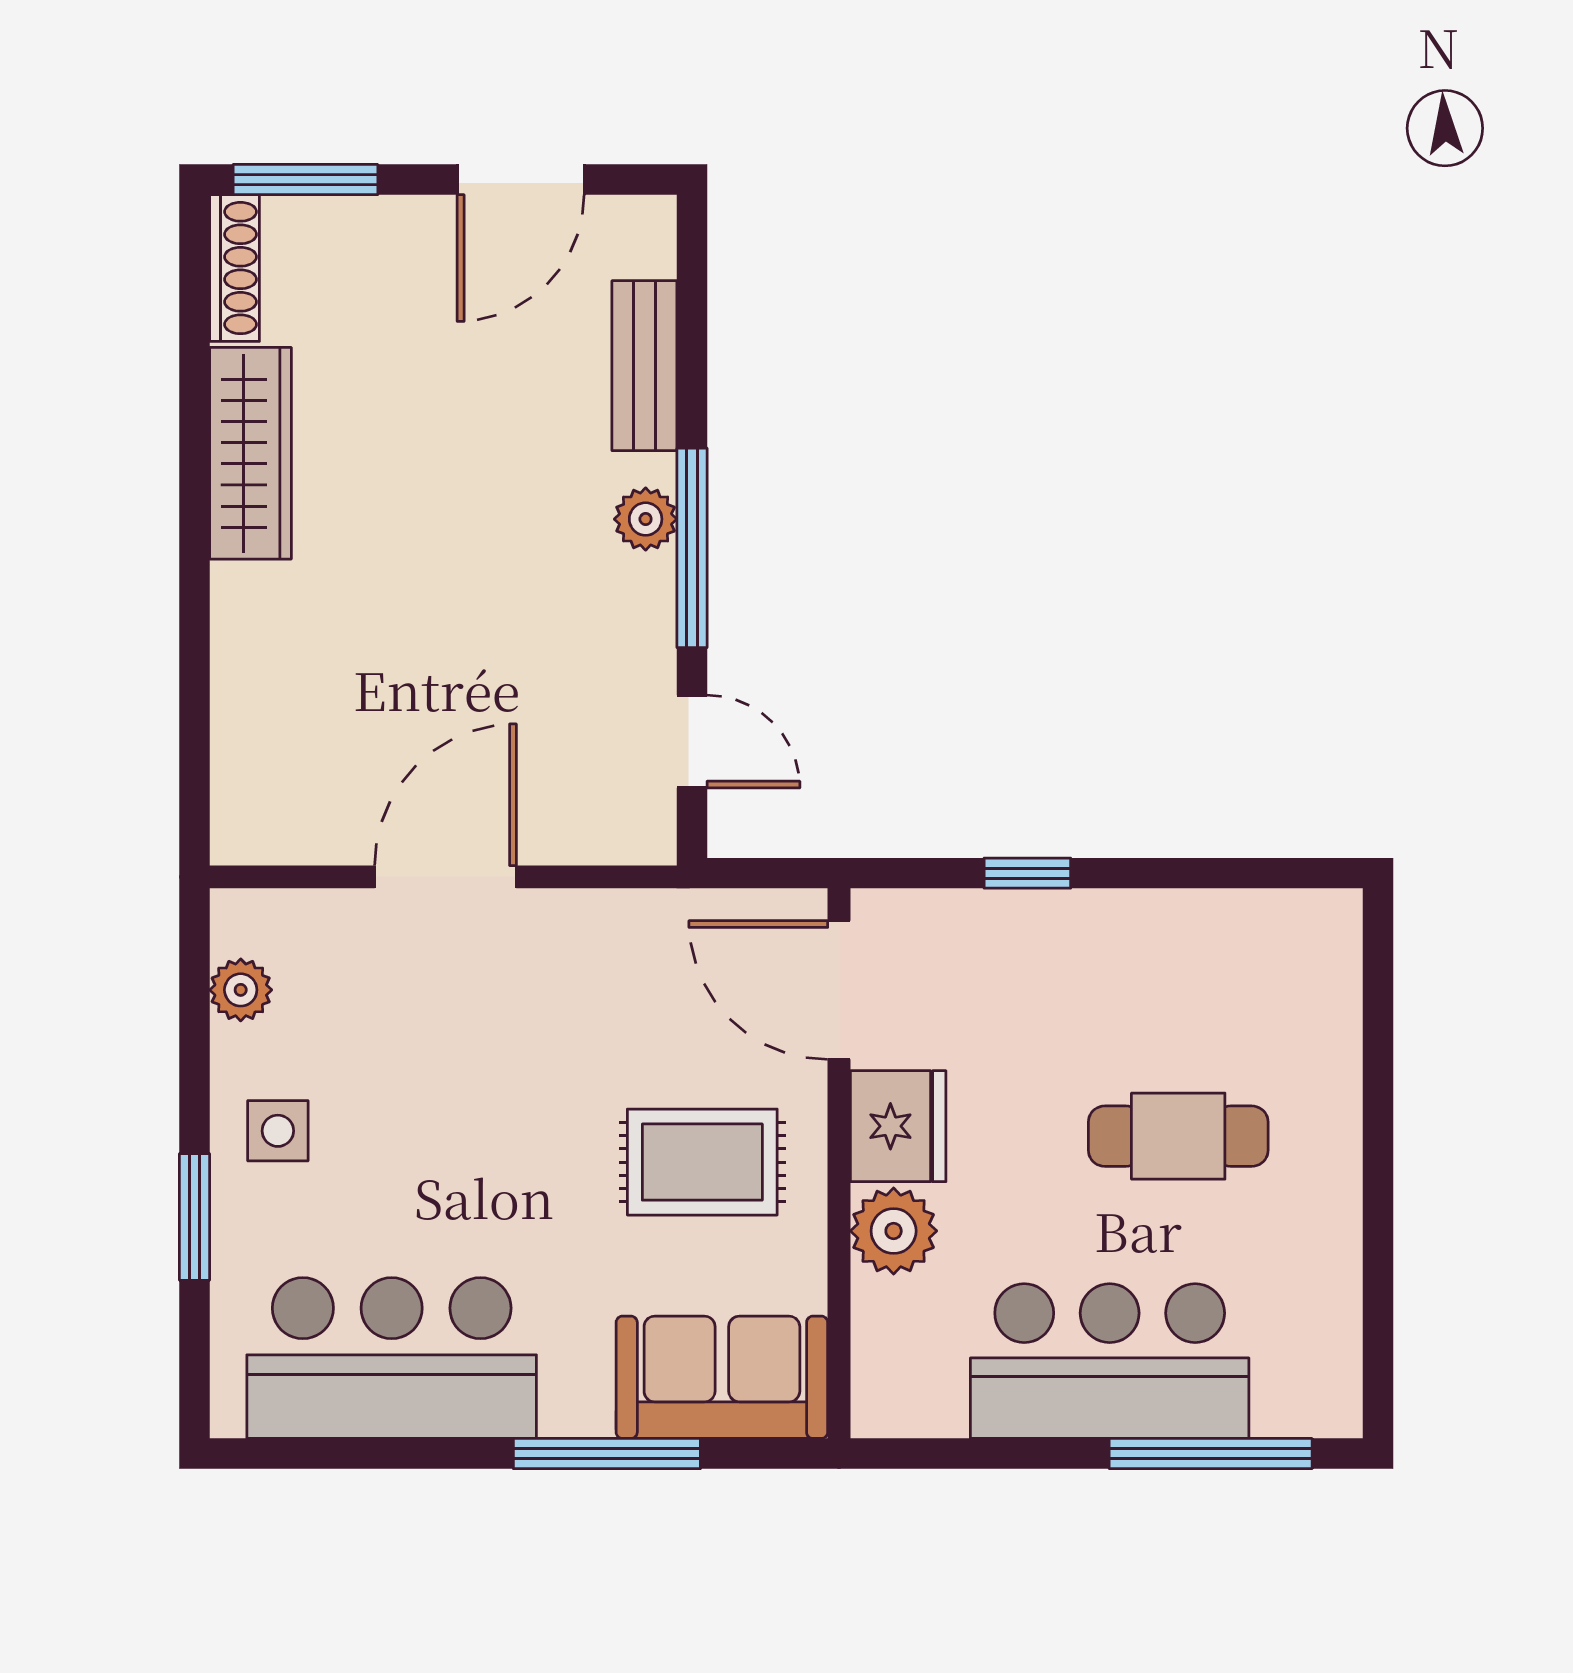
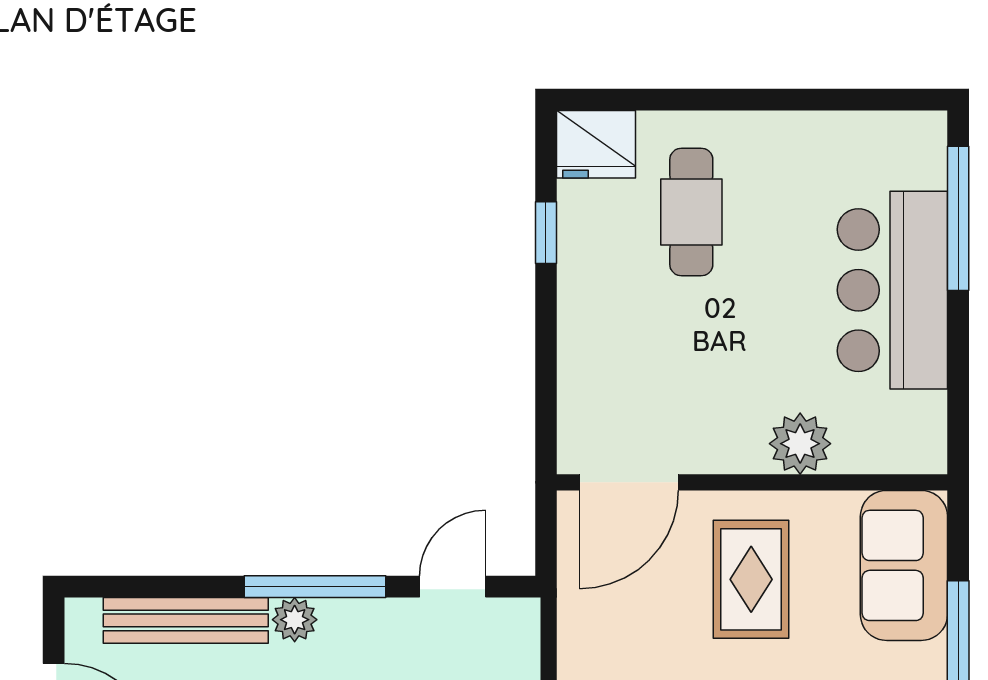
bench: (644, 366) -> (186, 620), width x1.36
window: (1027, 873) -> (546, 233), moved
fridge: (898, 1126) -> (596, 144), moved, turned 180
cafe table: (1178, 1136) -> (691, 212), moved

